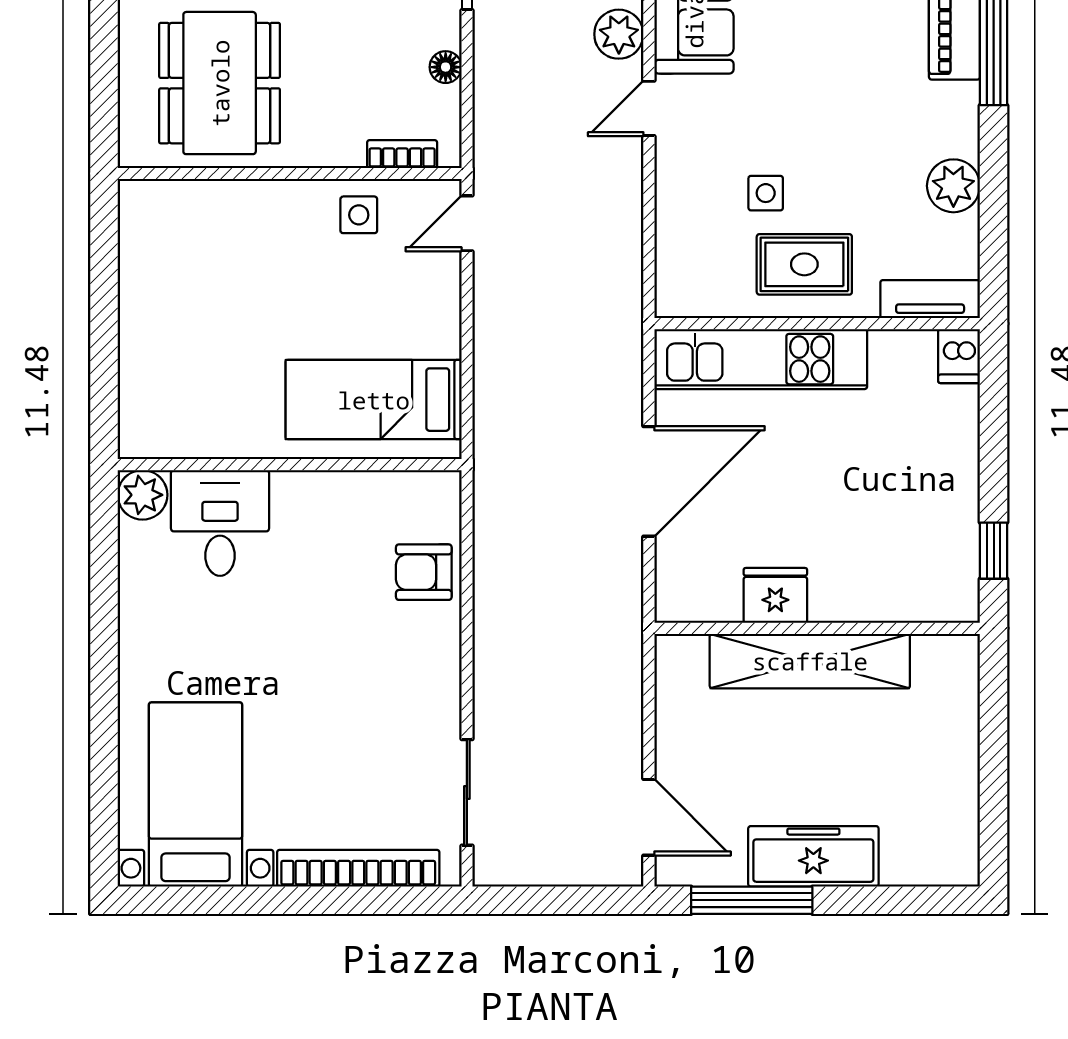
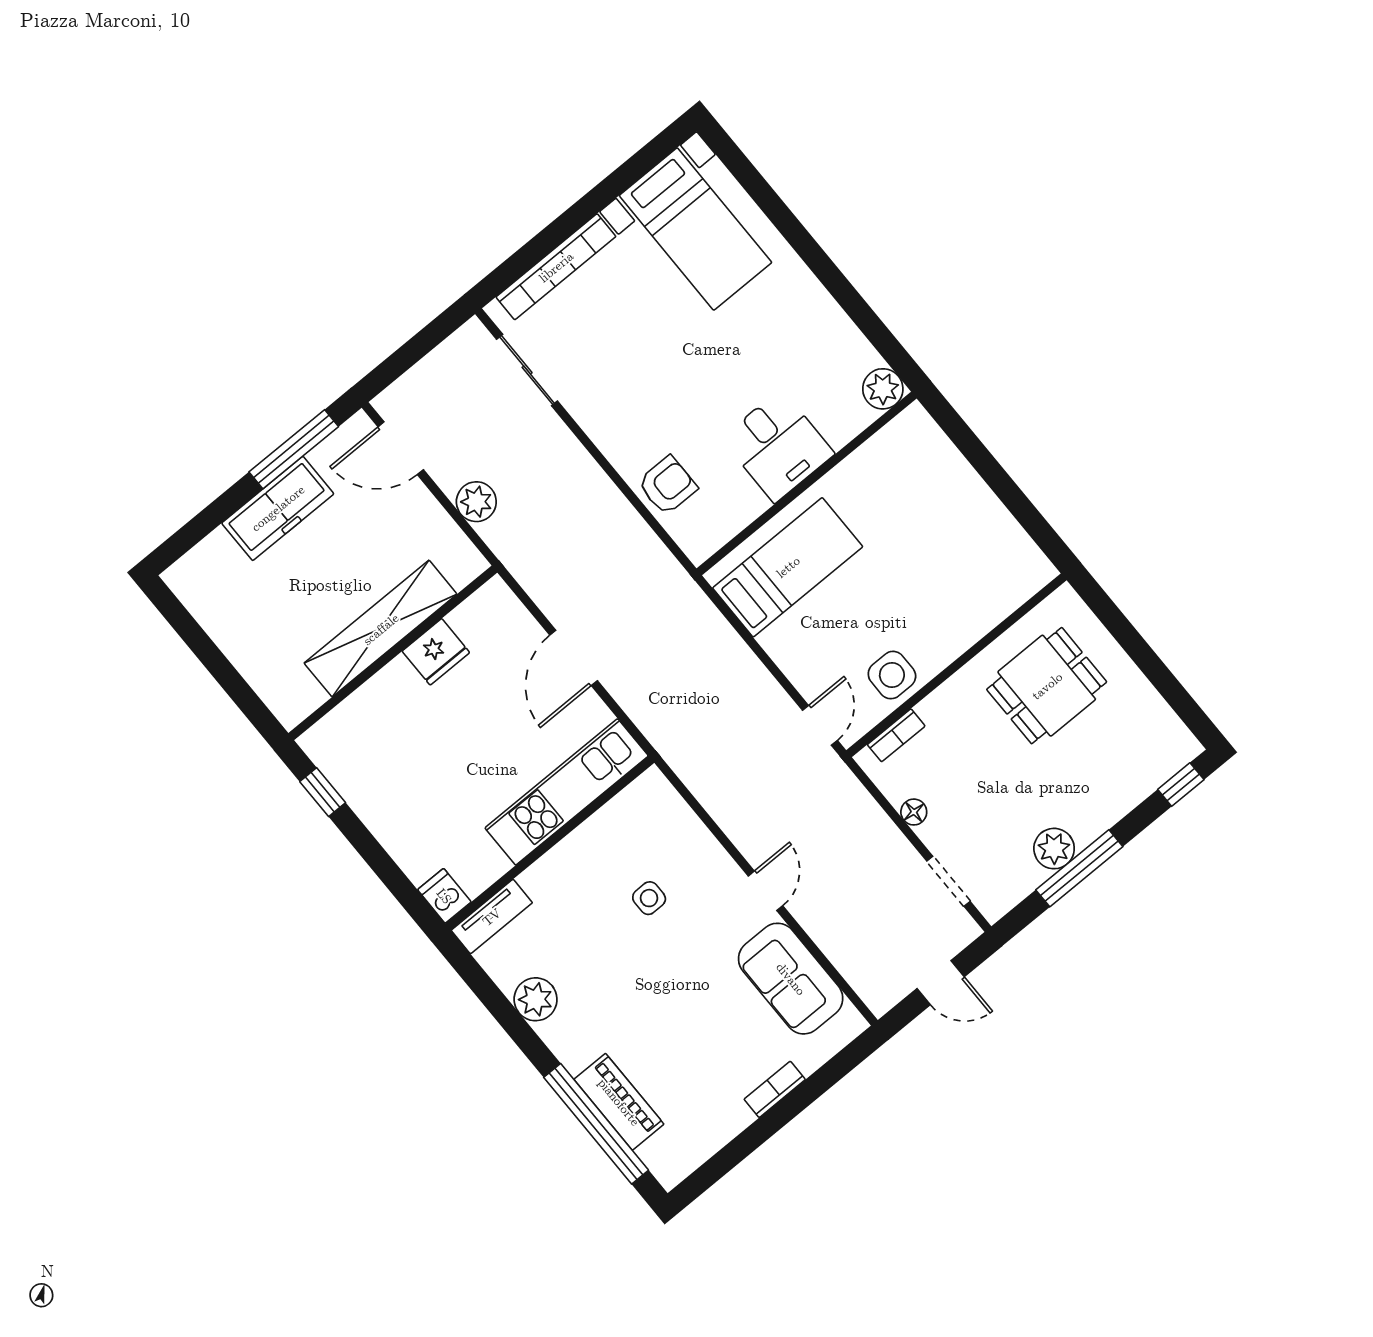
plant: (619, 34) -> (476, 502), moved
dining table: (220, 83) -> (1047, 686), width x0.73
side table: (359, 215) -> (892, 675), width x1.37, depth x1.37
rug: (804, 264) -> (588, 873), removed
door: (649, 481) -> (574, 658), width x0.73
desk: (220, 523) -> (778, 446), moved

